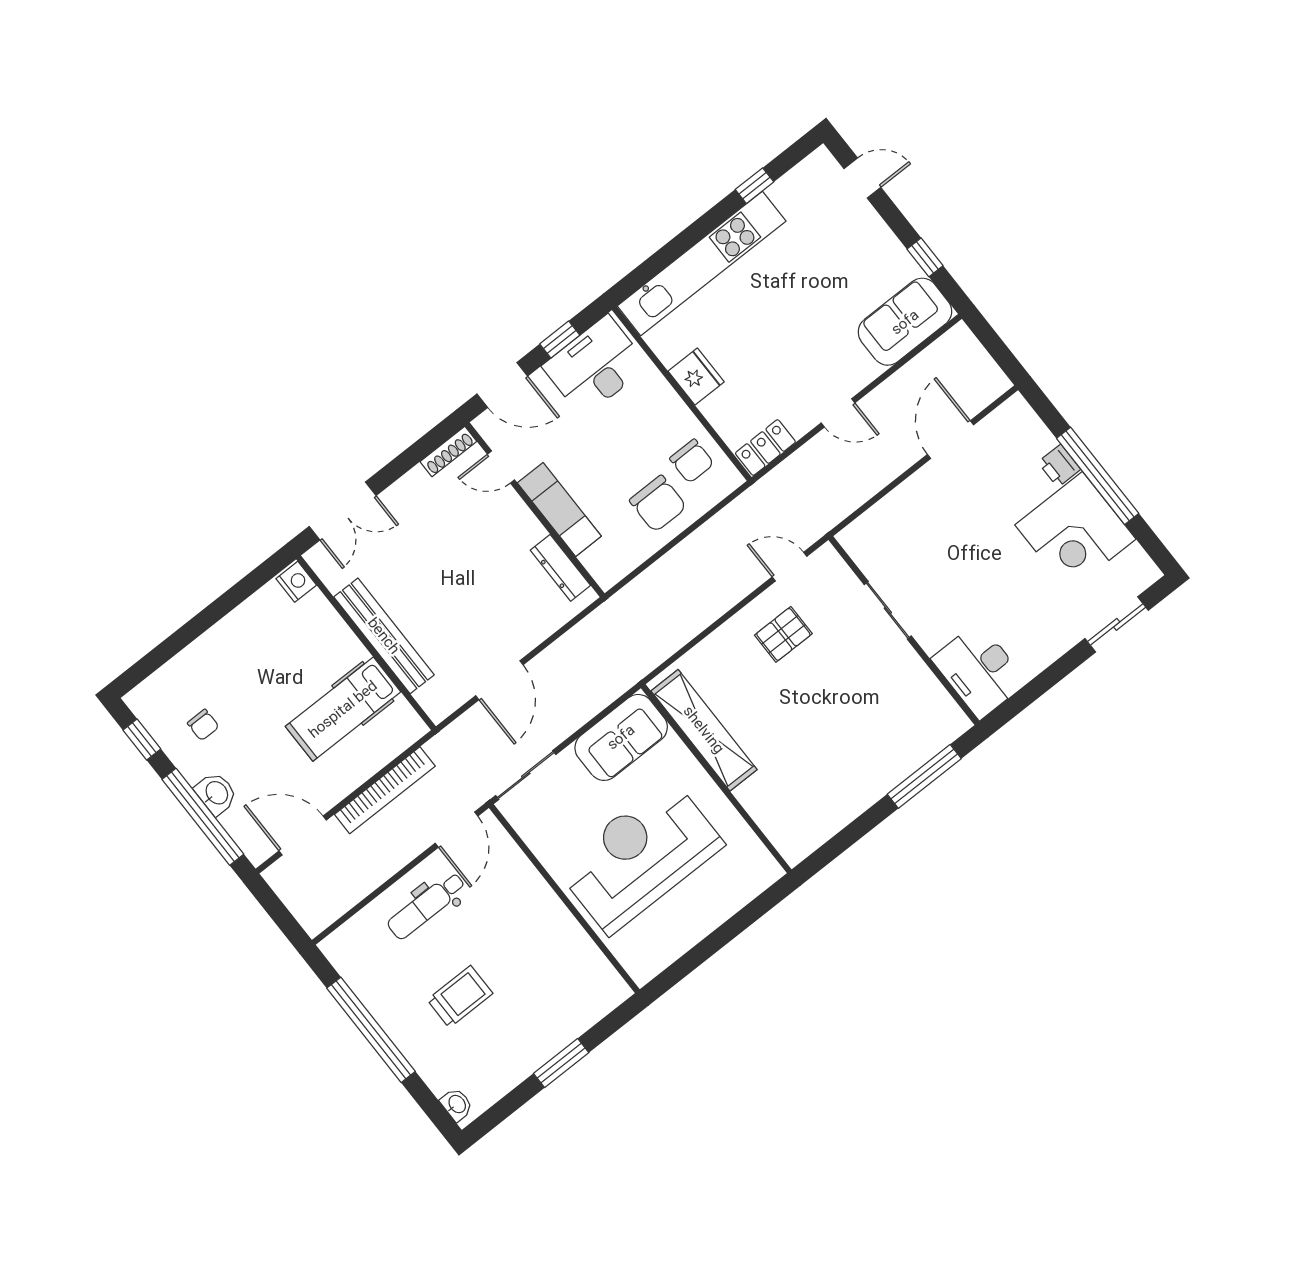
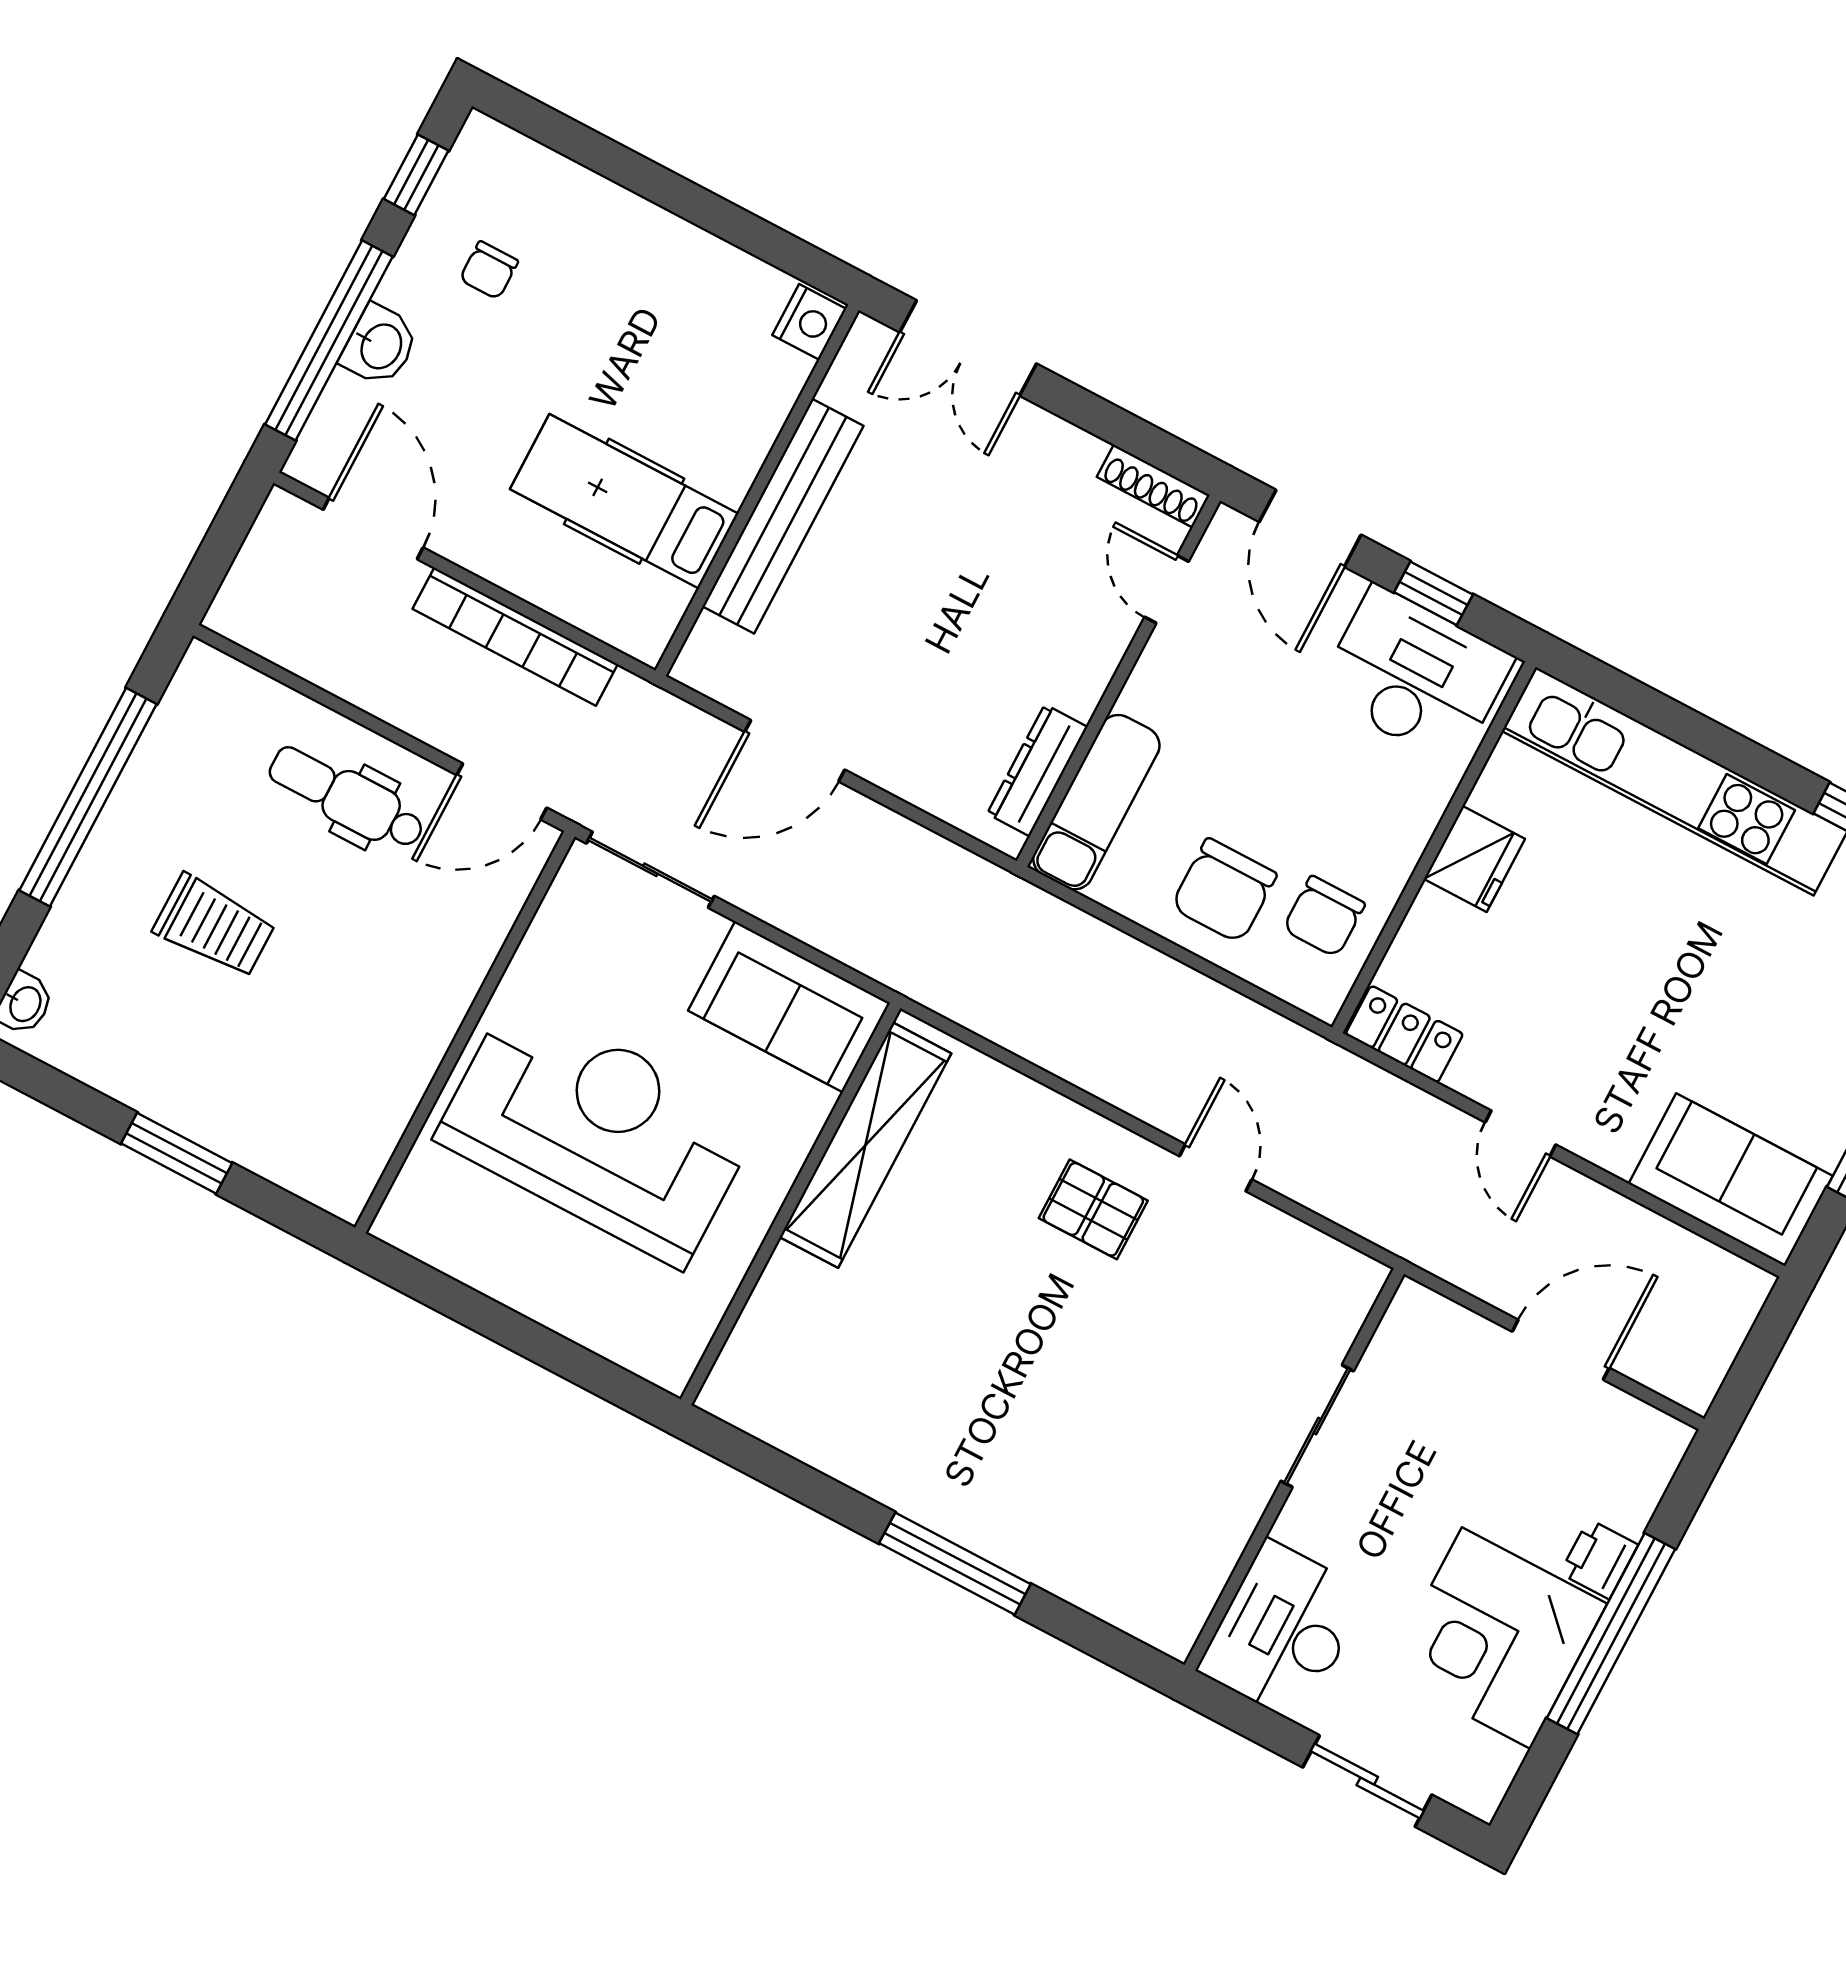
exam couch: (559, 509) -> (1096, 802), moved
sliding door: (888, 610) -> (1317, 1426), moved
wall: (904, 631) -> (1294, 1469), moved
desk: (979, 670) -> (1283, 1631), moved

